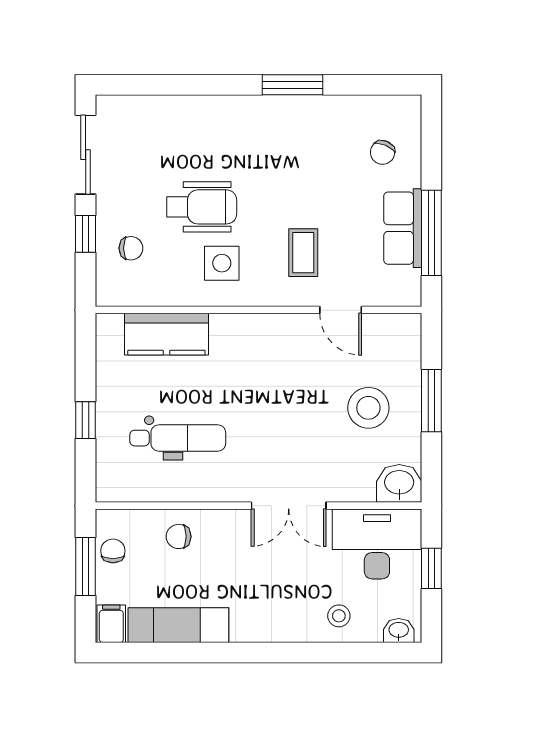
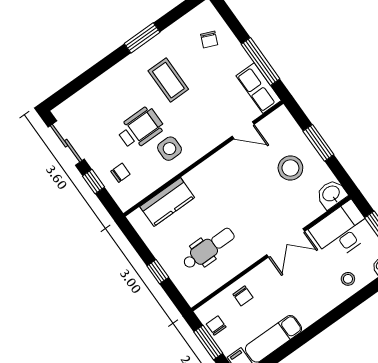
row of seats: (403, 228) -> (259, 88), moved
coffee table: (303, 253) -> (168, 80), moved, width x1.36, depth x1.30
chair: (179, 536) -> (243, 296), turned -90

